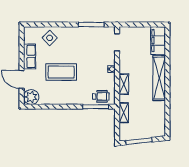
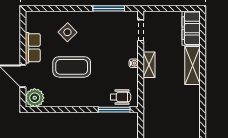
side table: (50, 38) -> (67, 32), moved
shelving: (159, 78) -> (193, 65), width x0.68
shelving: (124, 84) -> (149, 65), moved
shelving: (124, 113) -> (149, 117), removed

